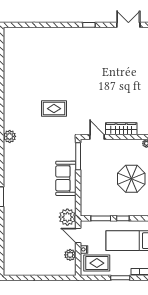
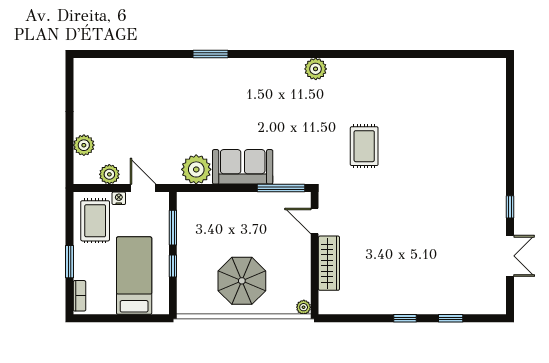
double door: (128, 25) -> (510, 256), moved
door: (97, 137) -> (315, 221), swing flipped
plant: (67, 217) -> (196, 169), moved
door: (78, 236) -> (143, 188), hinge flipped
plant: (53, 270) -> (84, 145), added

